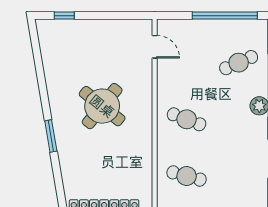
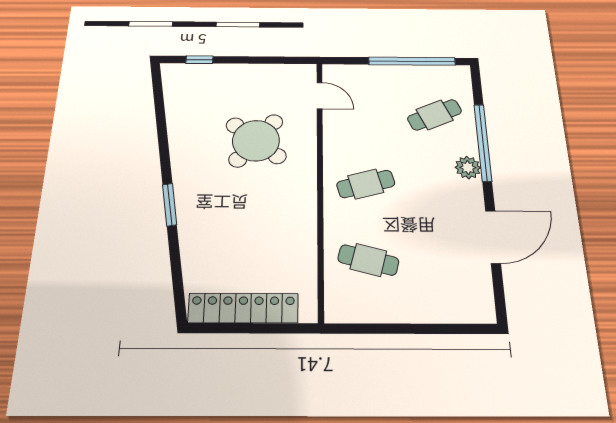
round table: (102, 106) -> (256, 141), moved
cafe table: (187, 119) -> (366, 184), turned -36

